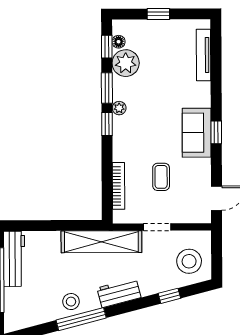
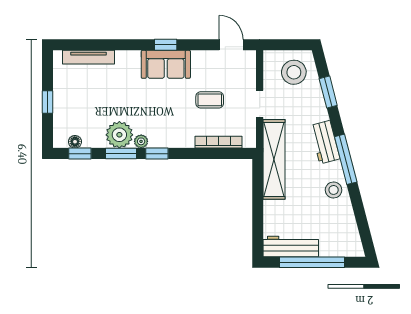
plant: (126, 63) -> (119, 135), moved
window: (169, 296) -> (328, 92), width x1.50
window: (81, 319) -> (346, 159), moved

